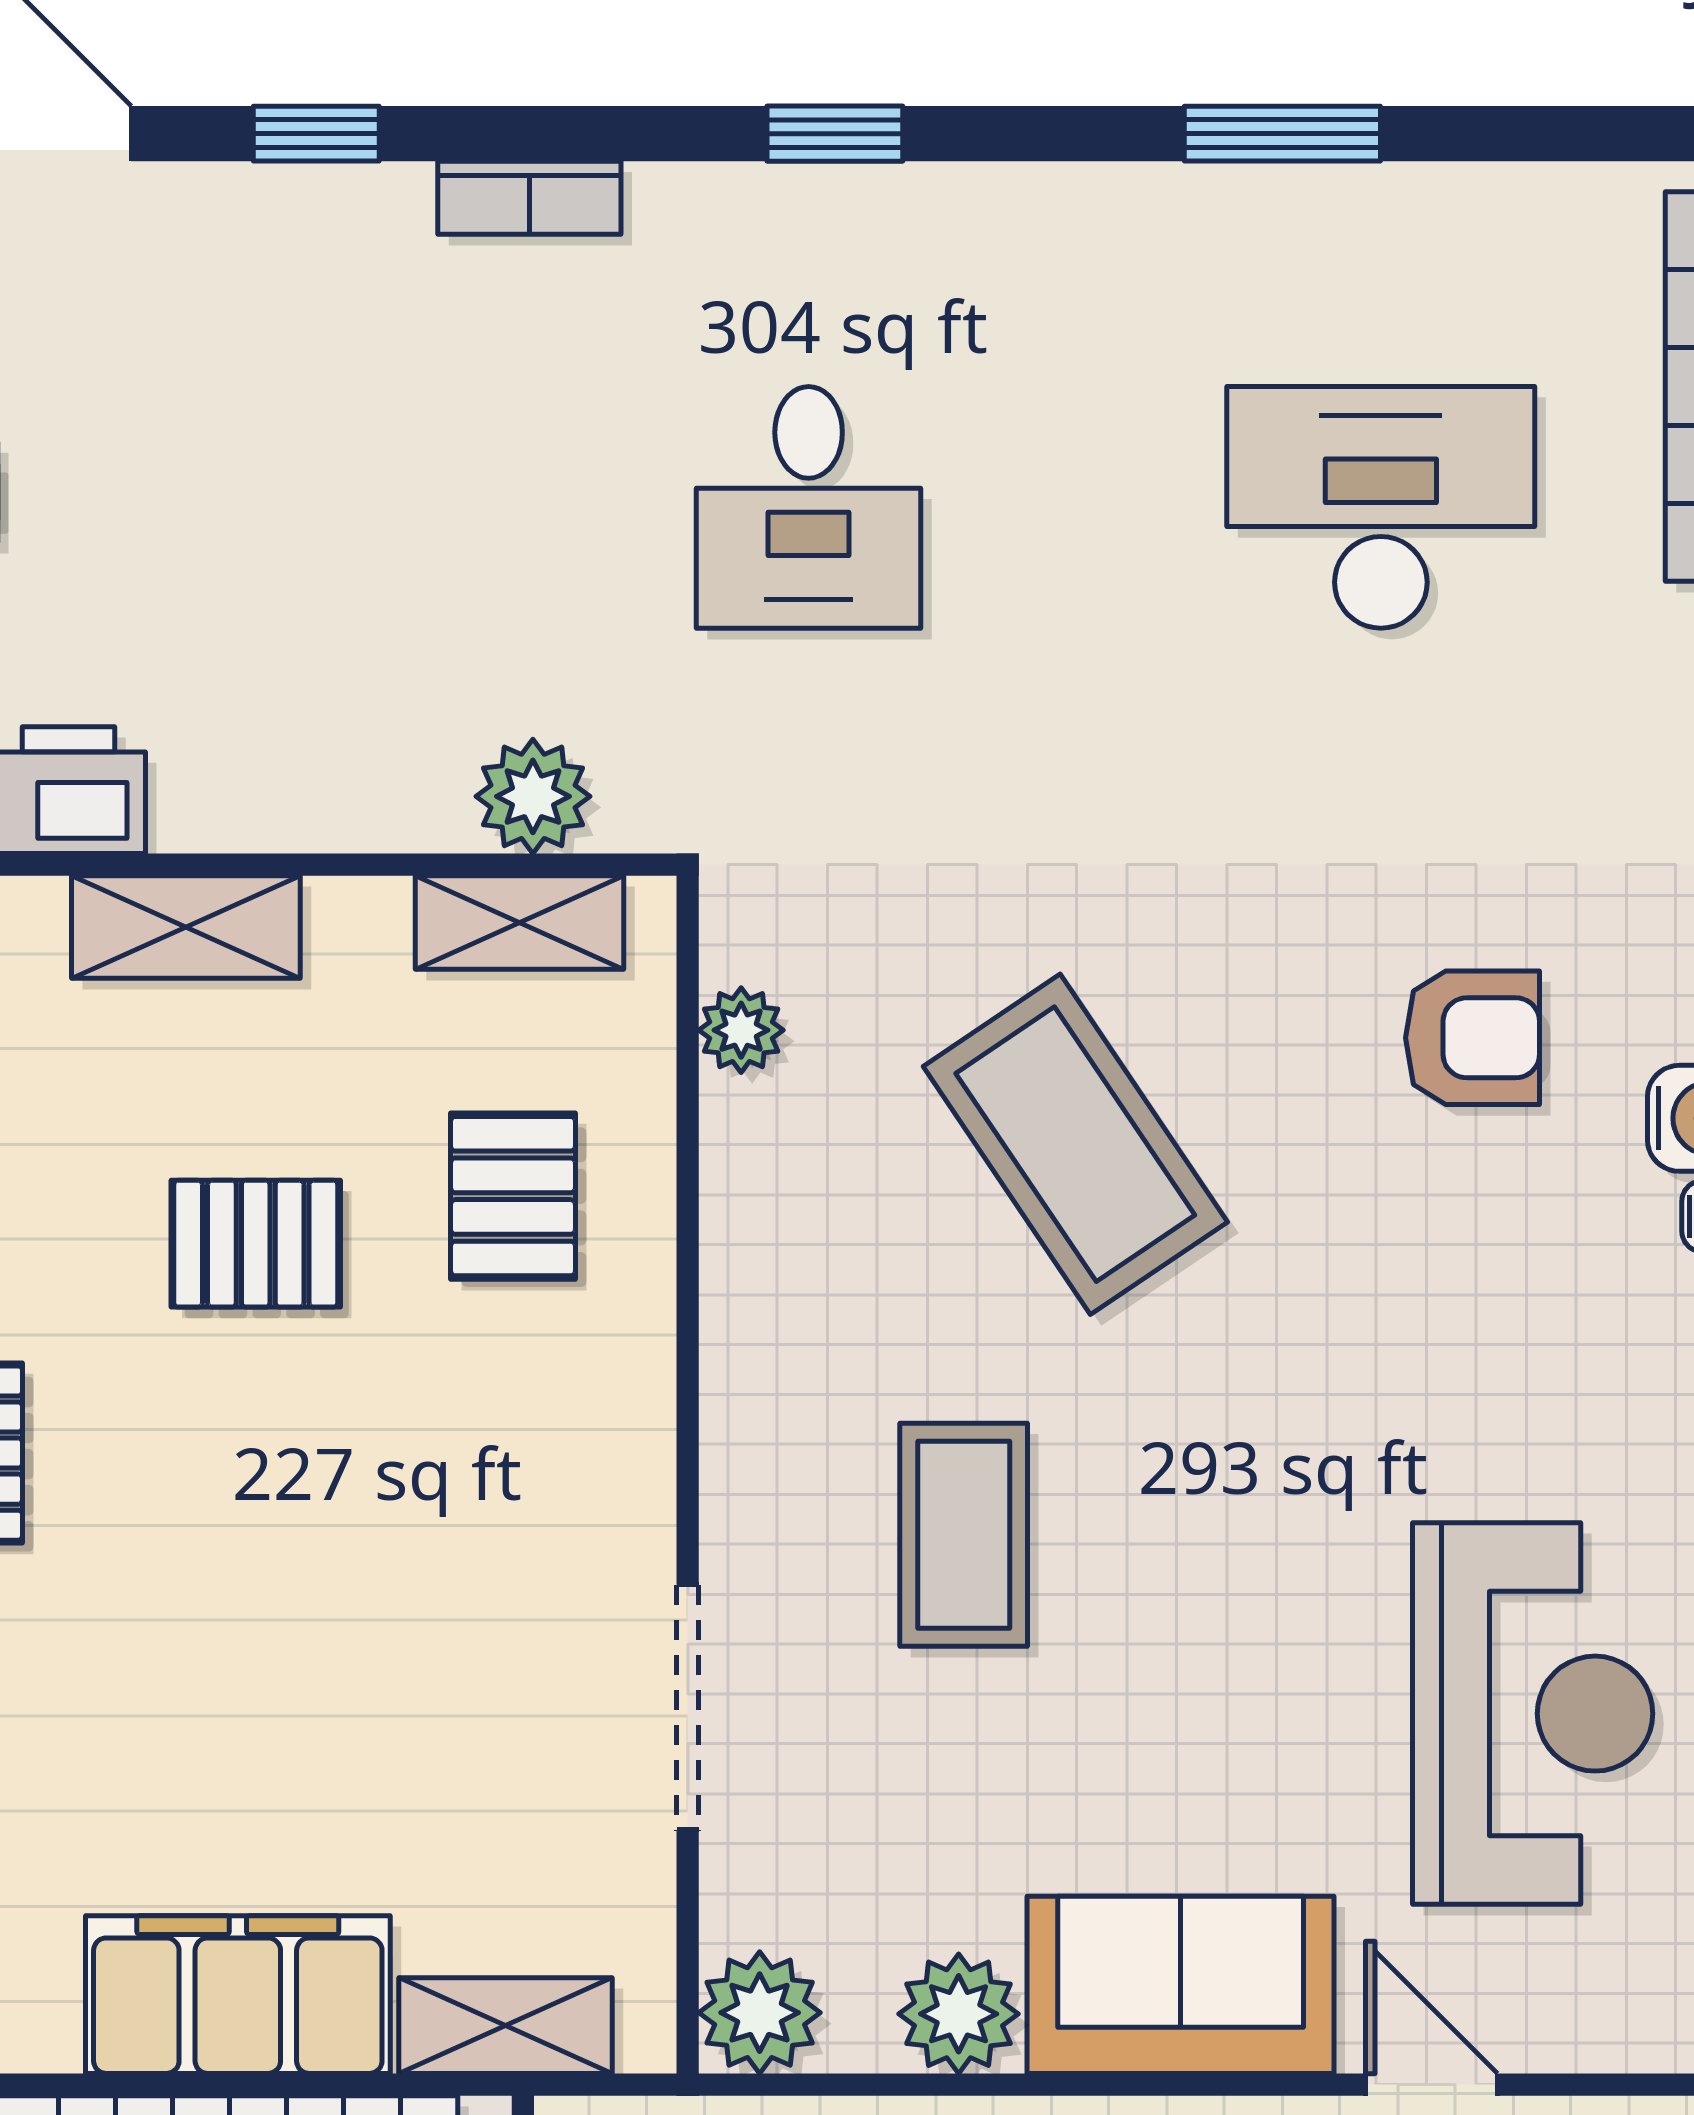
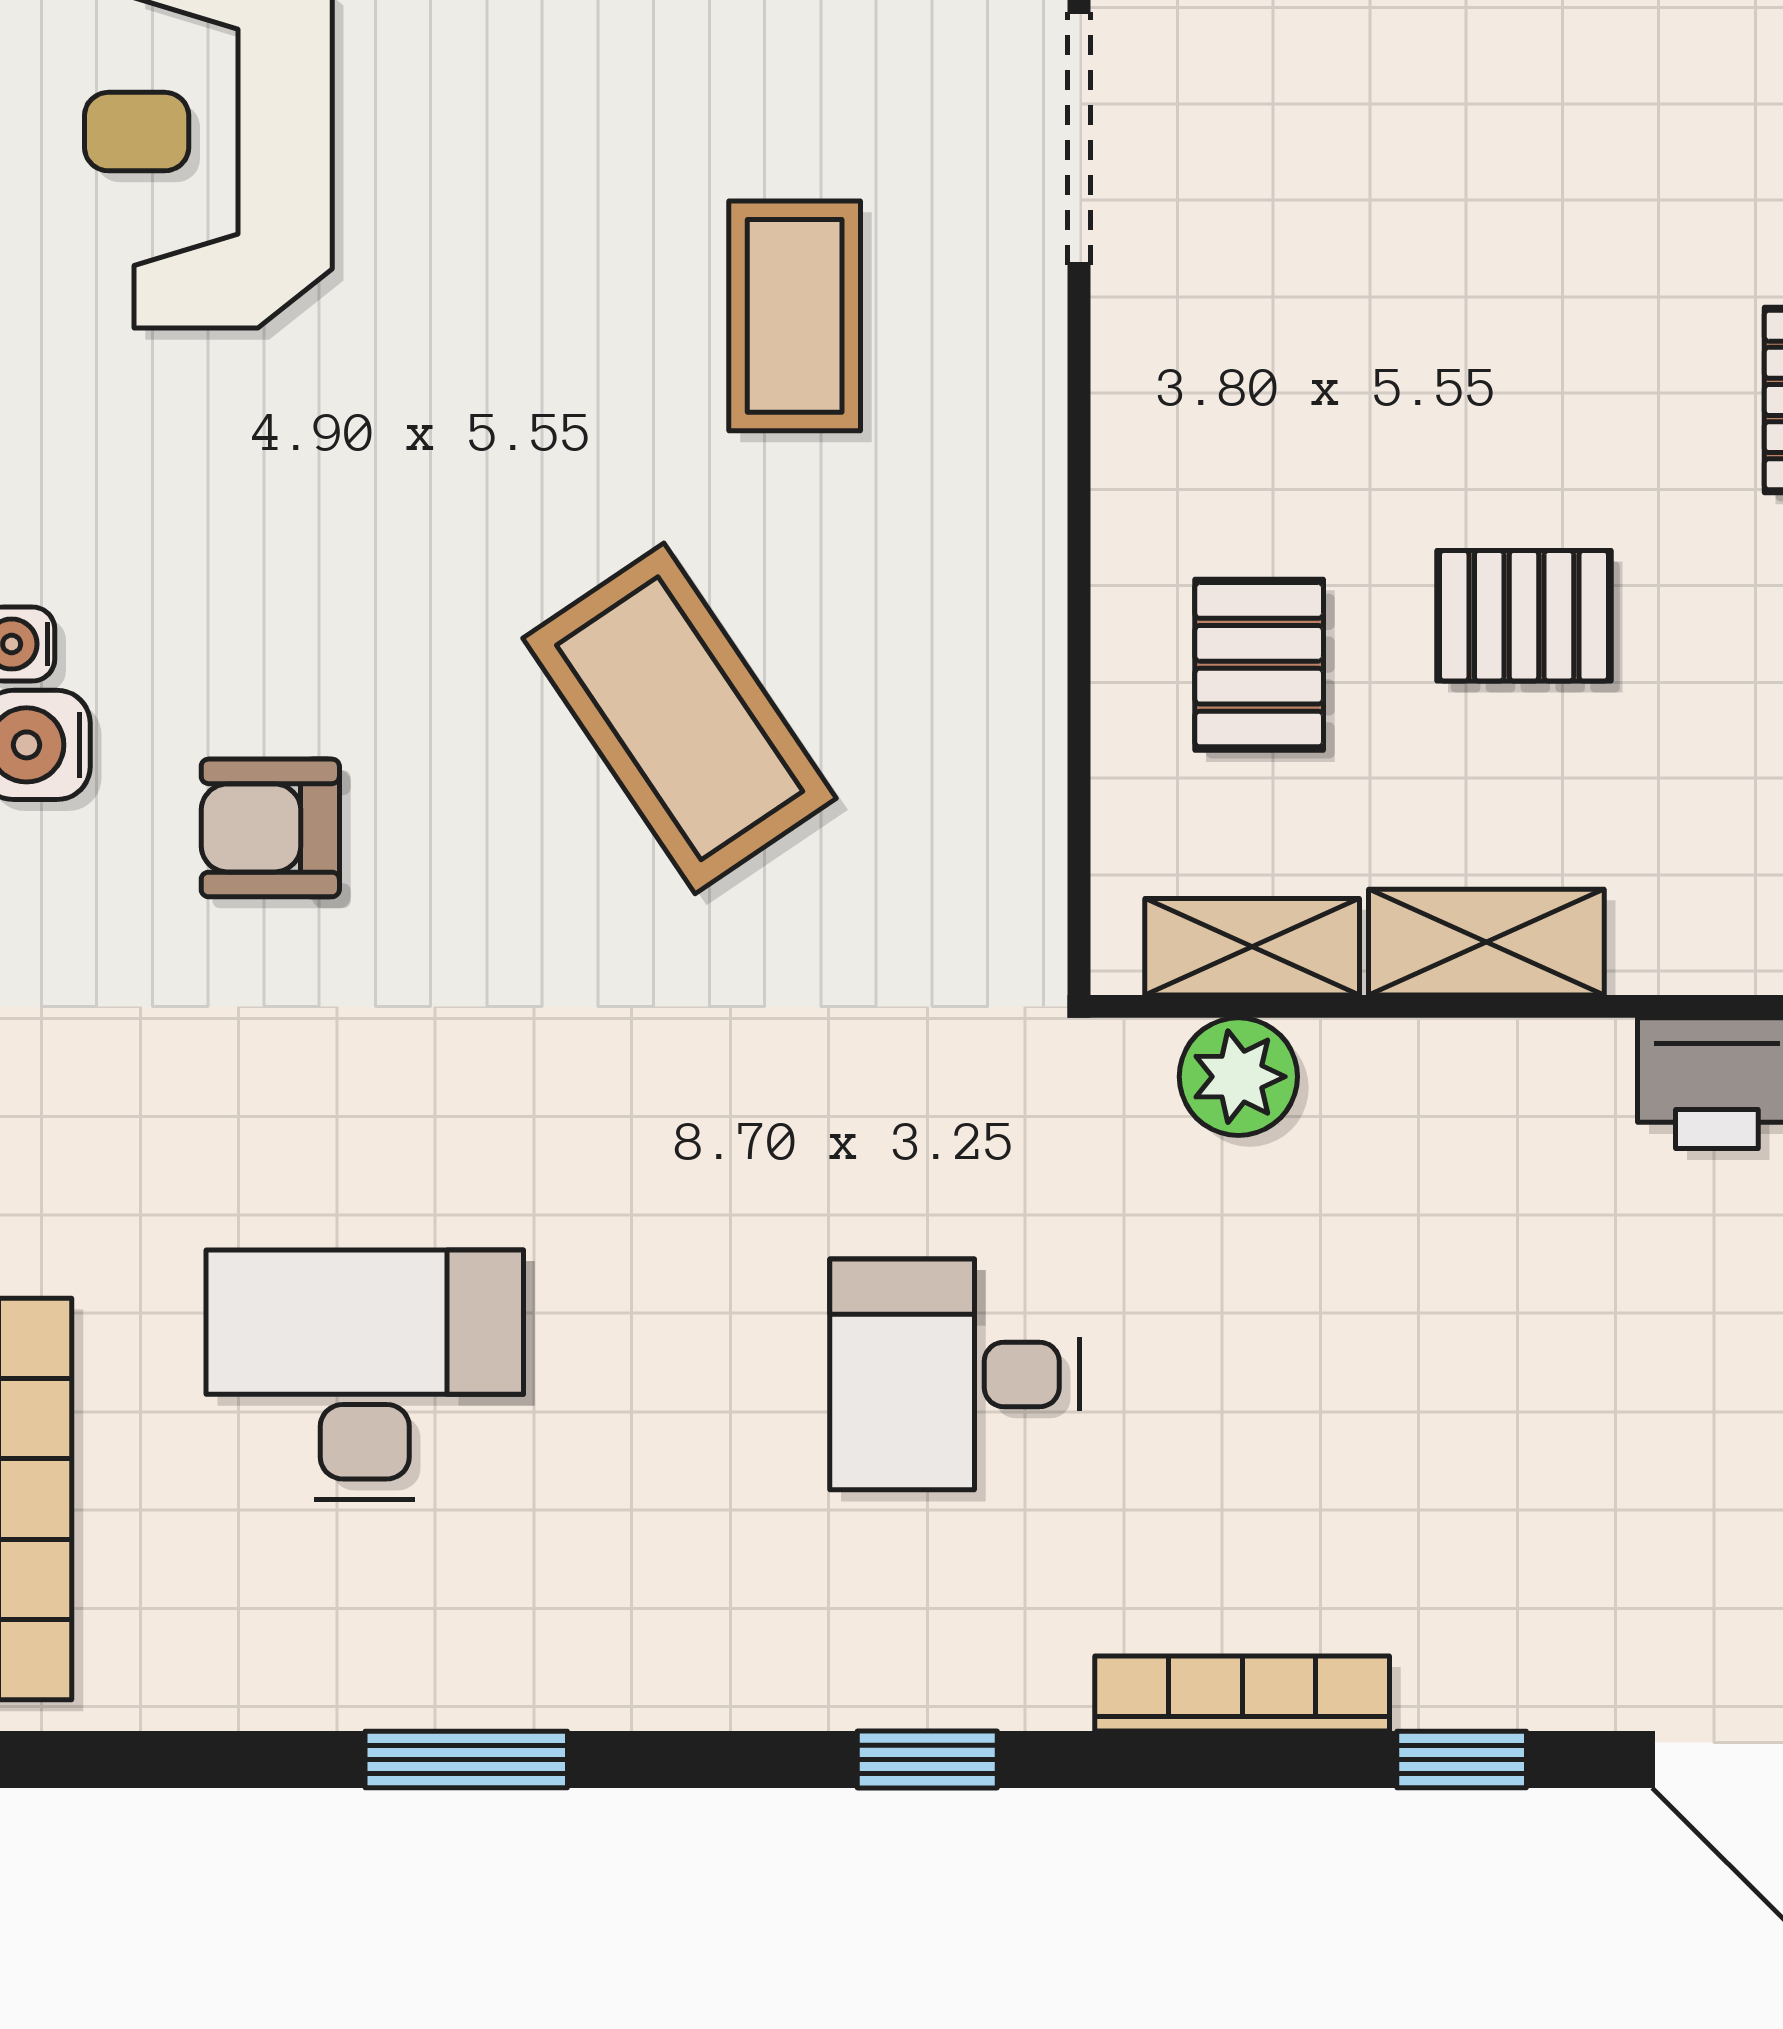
bookcase: (529, 198) -> (1242, 1693), width x1.56
desk: (809, 507) -> (954, 1374), turned -90
desk: (1381, 507) -> (365, 1374), turned 180
shelving: (186, 927) -> (1486, 942), moved
plant: (741, 1030) -> (1024, 836), removed

